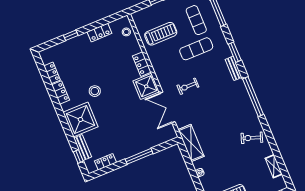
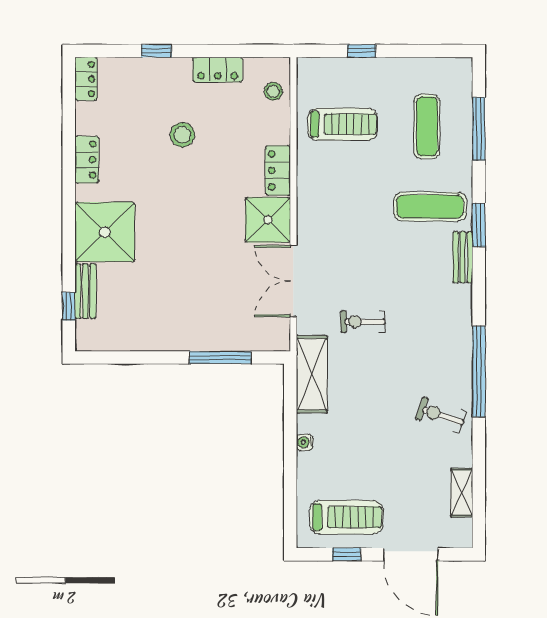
exercise mat: (196, 49) -> (430, 207), moved
locker: (52, 73) -> (86, 79), moved
exercise bike: (188, 86) -> (363, 322), moved
stool: (95, 91) -> (182, 135), moved
window: (253, 97) -> (479, 372), moved
window: (139, 156) -> (220, 358), moved
locker: (105, 162) -> (120, 340), removed

